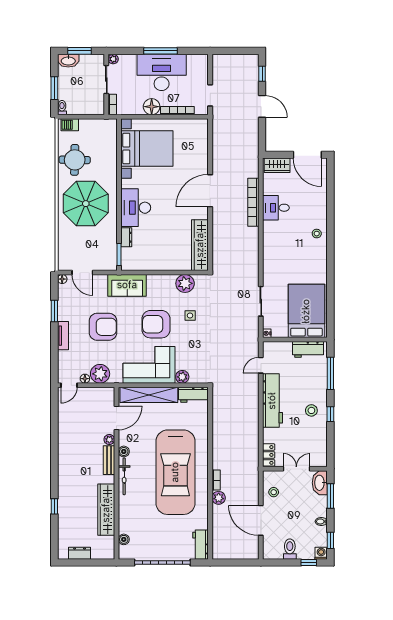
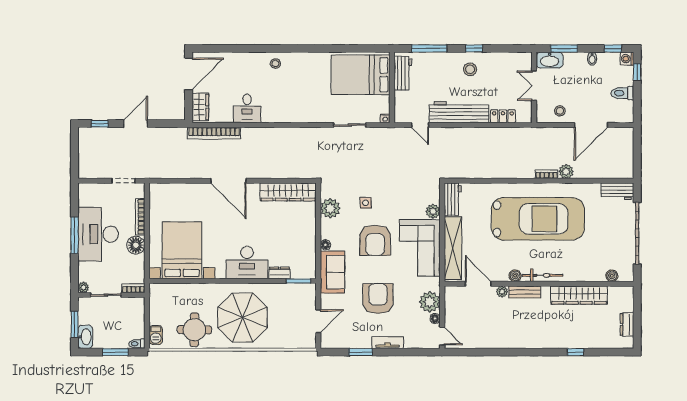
bookcase: (253, 202) -> (214, 133), moved
floor lamp: (62, 279) -> (325, 245), moved
locker: (269, 455) -> (503, 116), moved

